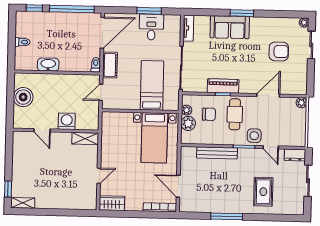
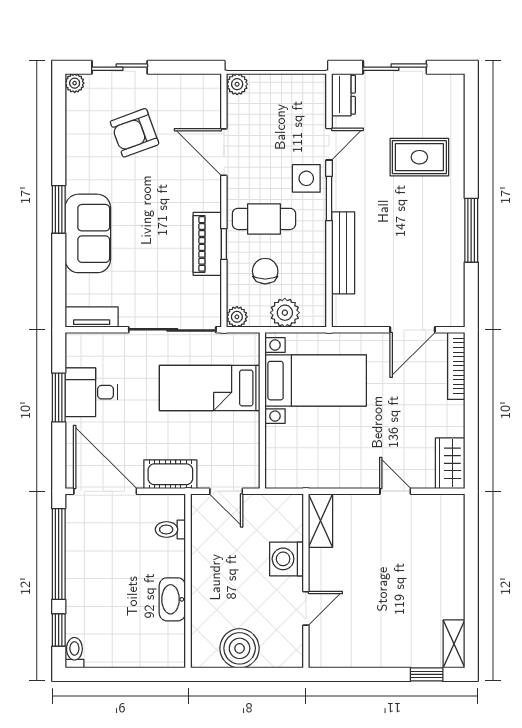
toilet: (22, 42) -> (74, 653), moved
armchair: (279, 51) -> (135, 133), turned -110
toilet: (96, 65) -> (170, 530), moved
plant: (186, 110) -> (237, 317), moved

